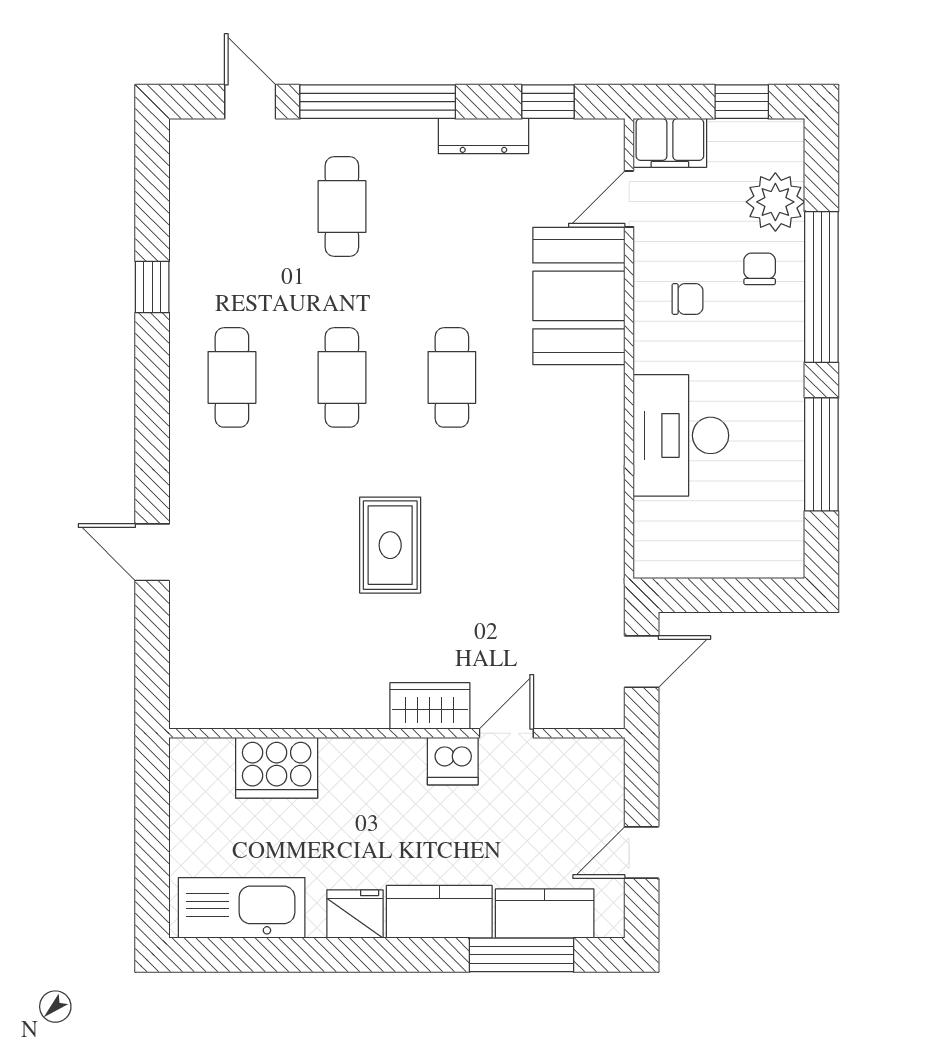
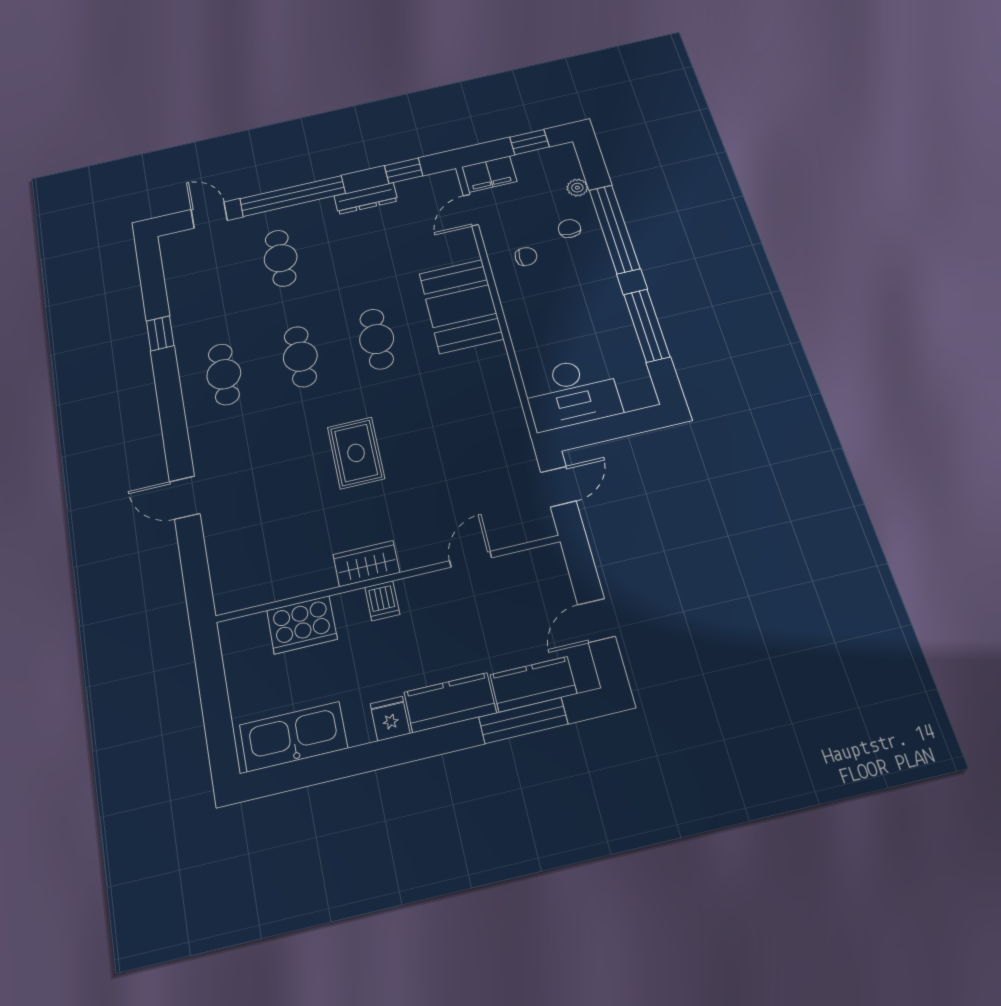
plant: (775, 202) -> (577, 188), width x0.53, depth x0.53
booth: (579, 296) -> (461, 306), moved
desk: (681, 435) -> (572, 393), moved, turned -90
wardrobe: (430, 706) -> (366, 564), moved
dishwasher: (453, 761) -> (382, 601), moved, width x0.73
fridge: (355, 914) -> (390, 719), width x0.72

